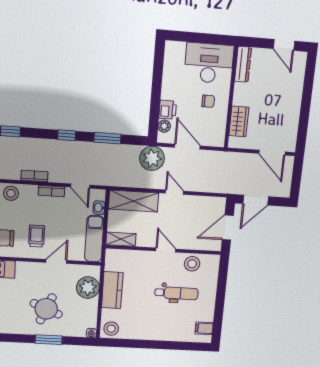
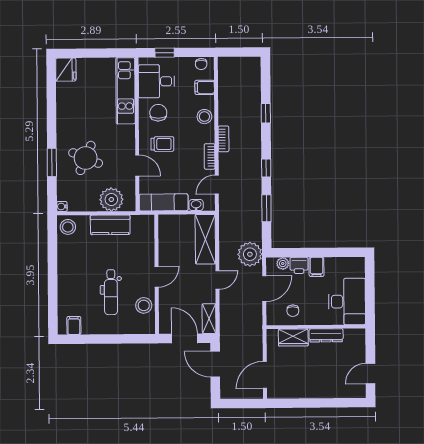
dresser: (243, 64) -> (326, 335), moved
filing cabinet: (171, 92) -> (316, 267), added
chair: (208, 101) -> (293, 311), moved
shelving: (121, 239) -> (209, 319), moved

